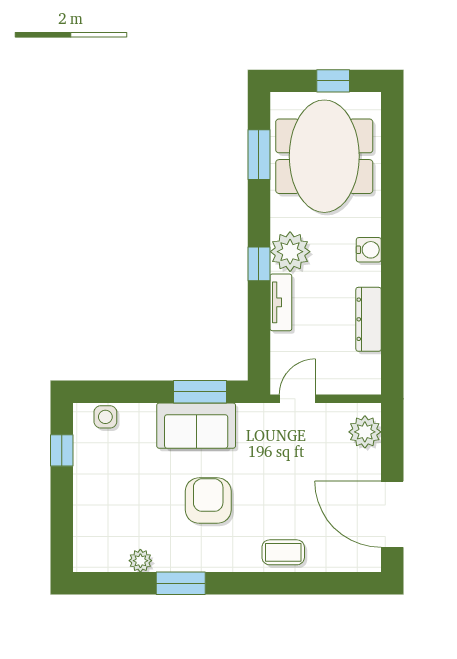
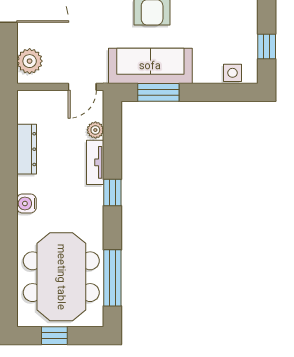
window: (259, 155) -> (112, 278), width x1.44
plant: (290, 252) -> (95, 130), moved, width x0.53, depth x0.53
sofa: (196, 426) -> (150, 66), width x1.36

